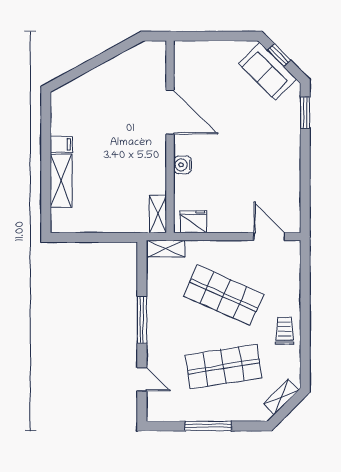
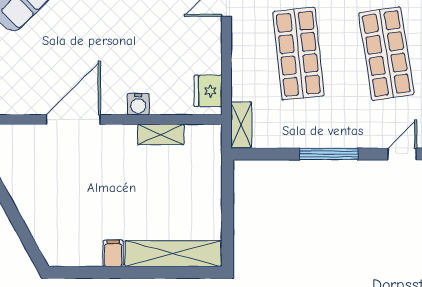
shelving: (61, 181) -> (173, 254), width x1.47
shelving: (158, 214) -> (161, 134), moved
shop shelf: (224, 295) -> (298, 54), turned -30

